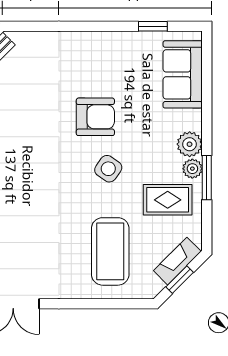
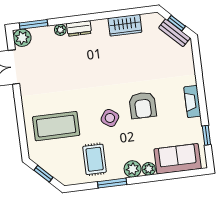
plant: (192, 169) -> (149, 169), moved
fireplace: (177, 261) -> (192, 102), moved, turned -135

